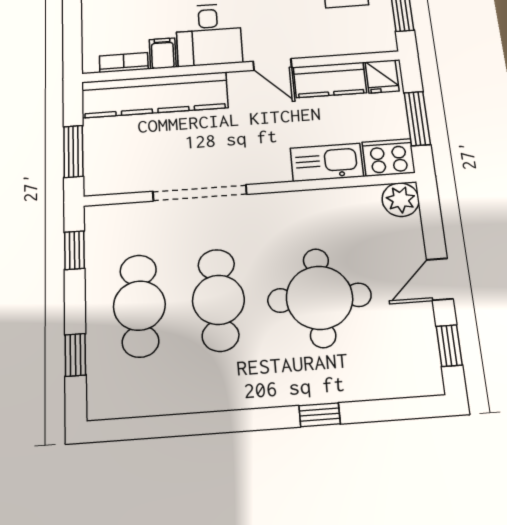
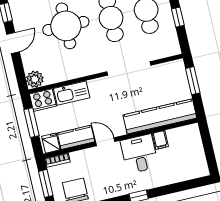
bookcase: (124, 63) -> (57, 160), moved
window: (74, 250) -> (178, 17), moved

